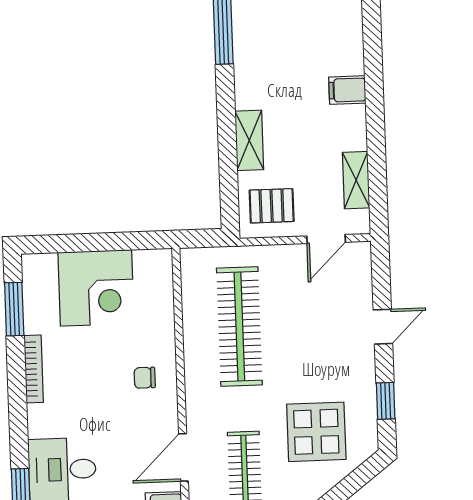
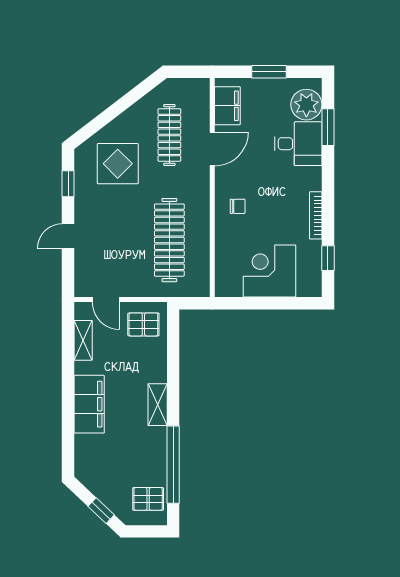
filing cabinet: (347, 90) -> (89, 404), width x3.00, depth x1.17
shelving: (249, 140) -> (158, 405), moved
door: (326, 239) -> (106, 300), swing flipped
window: (14, 309) -> (328, 258), width x0.67

